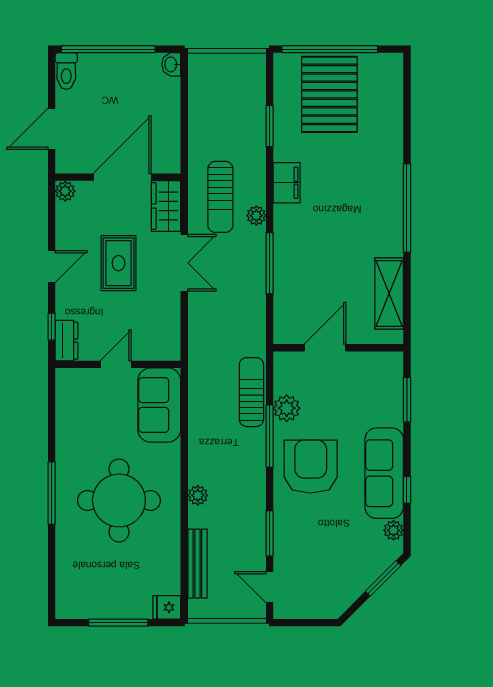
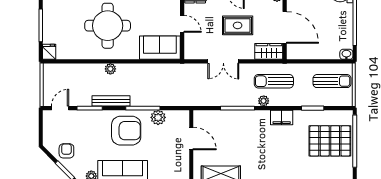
double door: (184, 263) -> (223, 61), moved
sun lounger: (251, 392) -> (332, 81), moved
bench: (197, 564) -> (111, 101), moved
armchair: (348, 576) -> (66, 151), added

